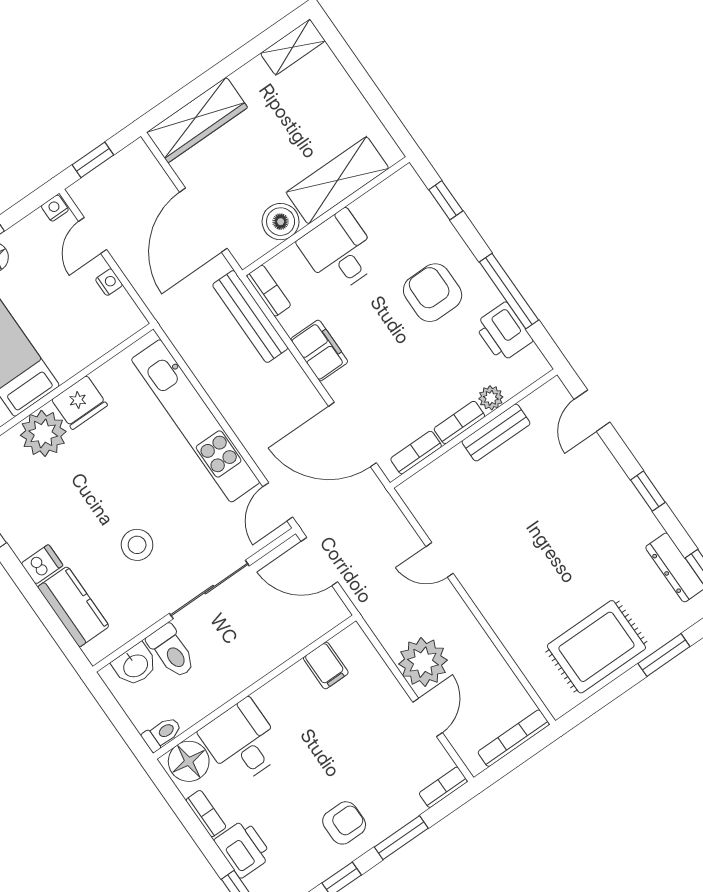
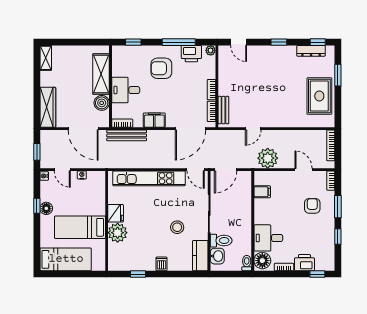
plant: (491, 398) -> (211, 50), moved
bench: (496, 433) -> (223, 110), moved
kitchen counter: (73, 607) -> (200, 256), moved, turned -90
plant: (423, 662) -> (268, 158), moved
armchair: (344, 823) -> (312, 206), moved

